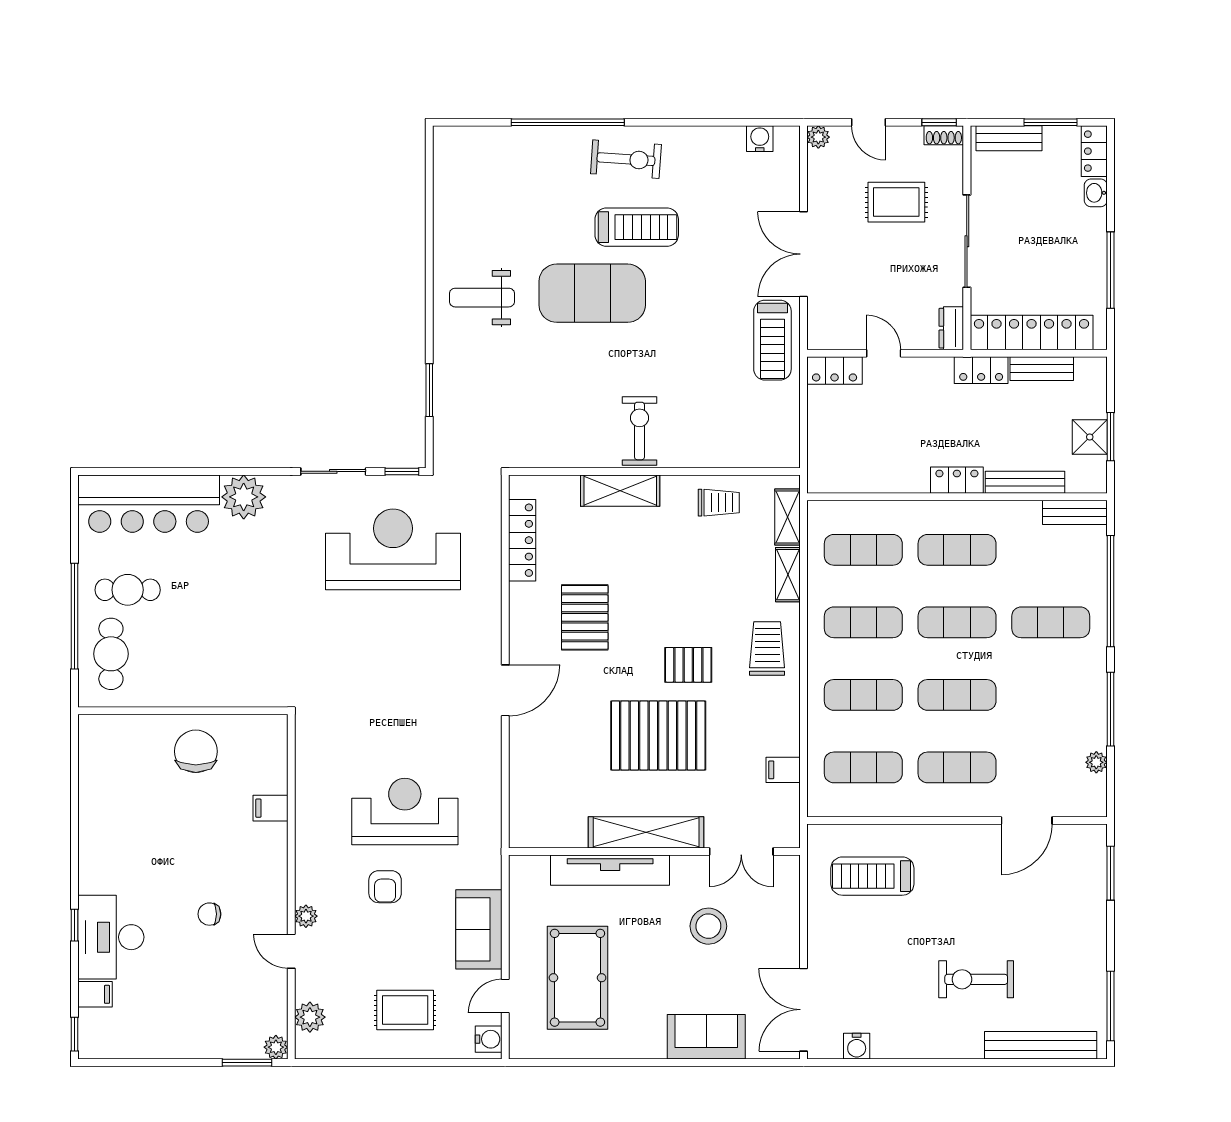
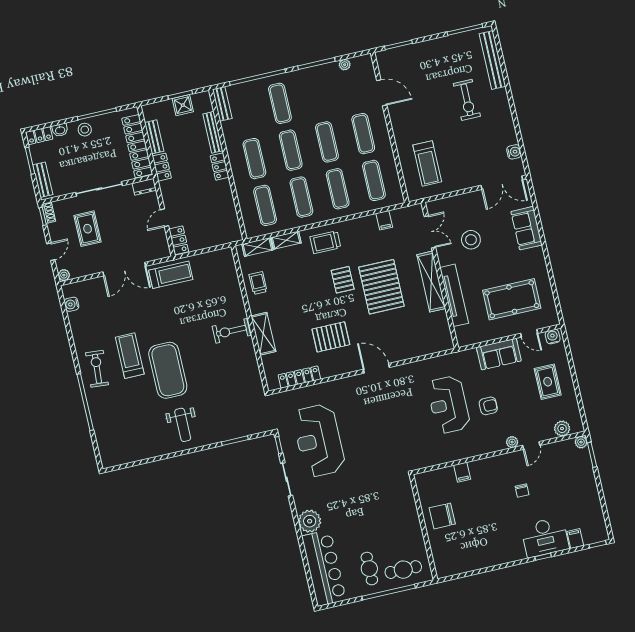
stool: (1086, 240) -> (85, 130), added

